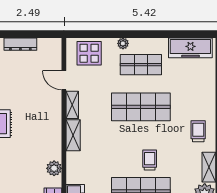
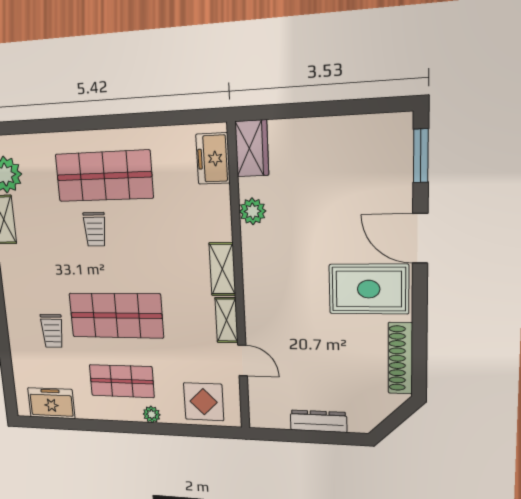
freezer: (190, 48) -> (51, 403), width x0.71
trolley: (198, 131) -> (52, 331), moved

